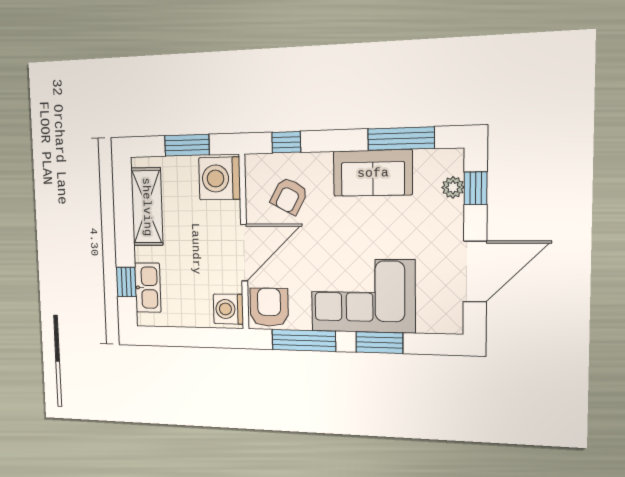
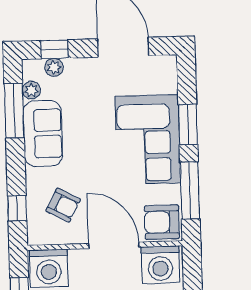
plant: (426, 160) -> (31, 90), added
washing machine: (228, 309) -> (160, 265), width x1.37, depth x1.37

